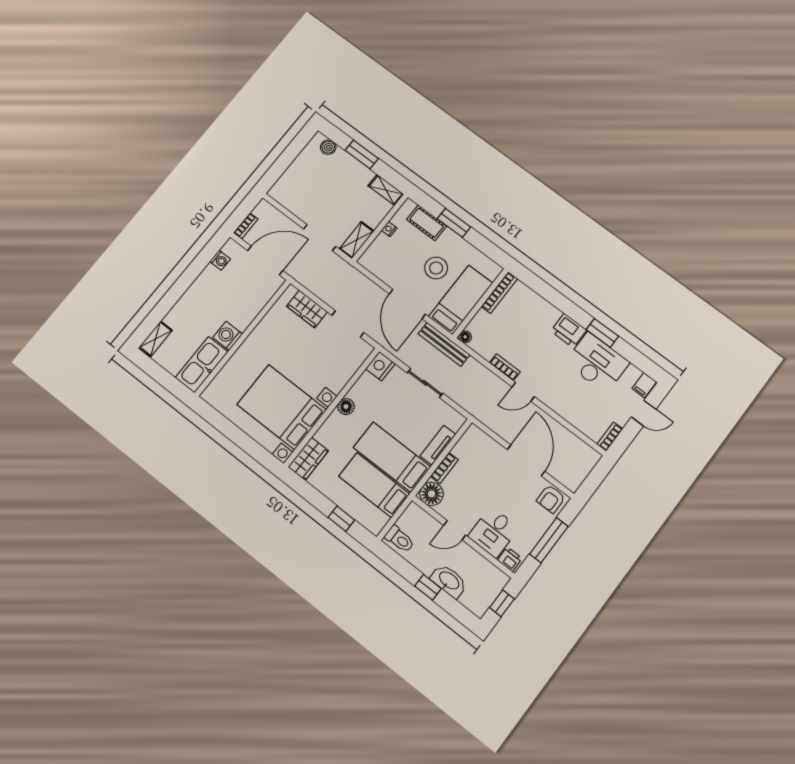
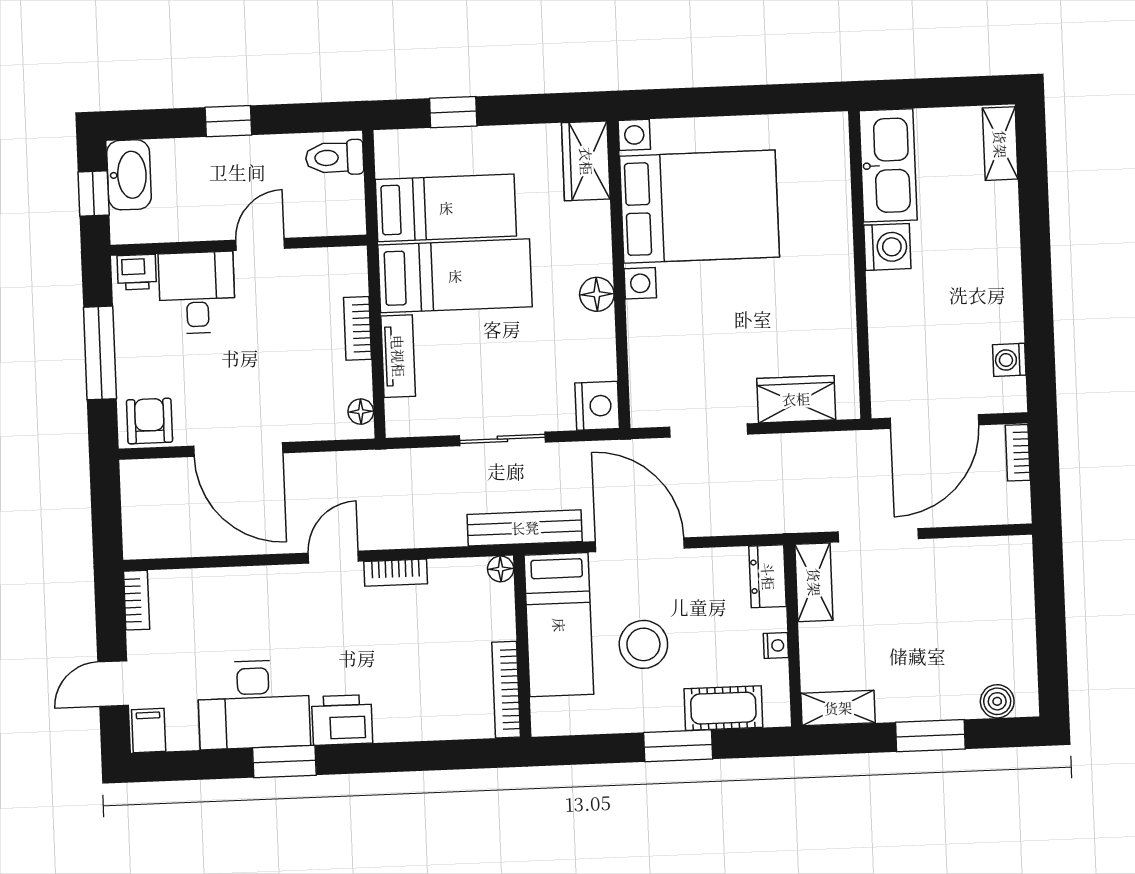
dresser: (371, 255) -> (768, 576), added
floor lamp: (432, 494) -> (361, 412), moved, width x0.53, depth x0.53
washbasin: (449, 581) -> (129, 175), moved, turned -90

